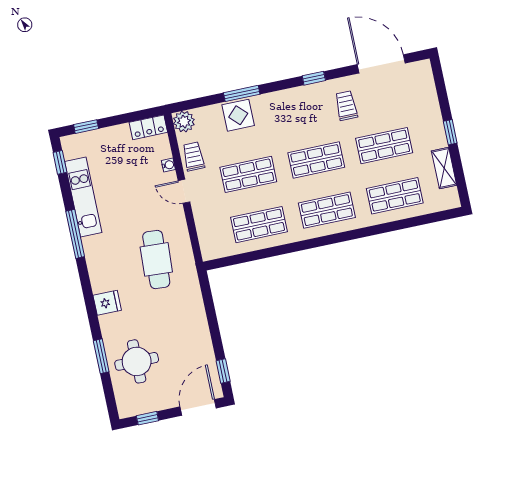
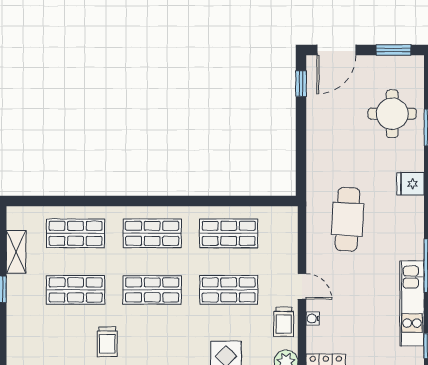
window: (147, 418) -> (393, 50), width x1.50

